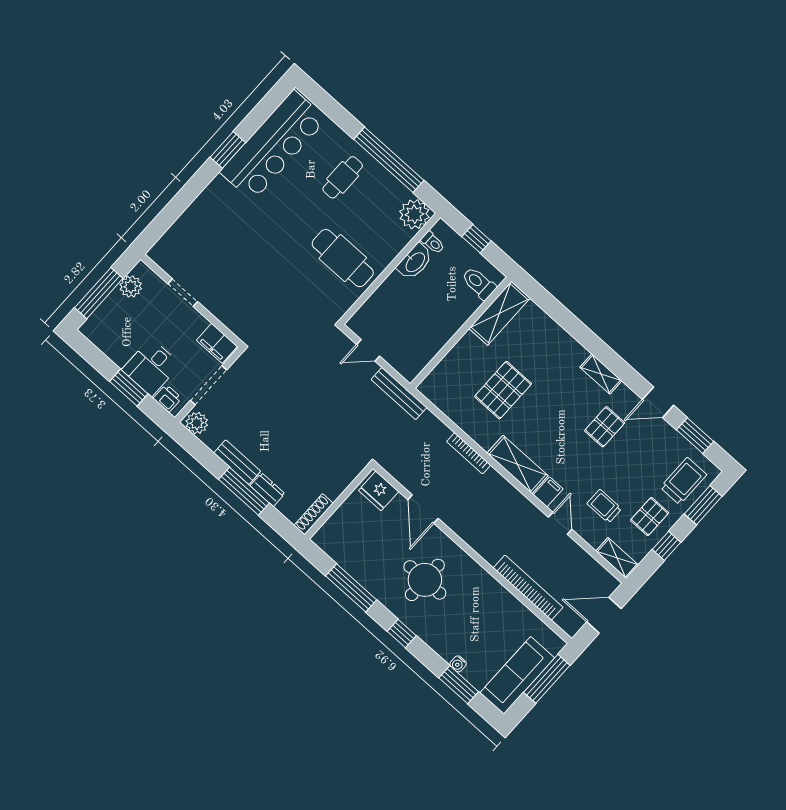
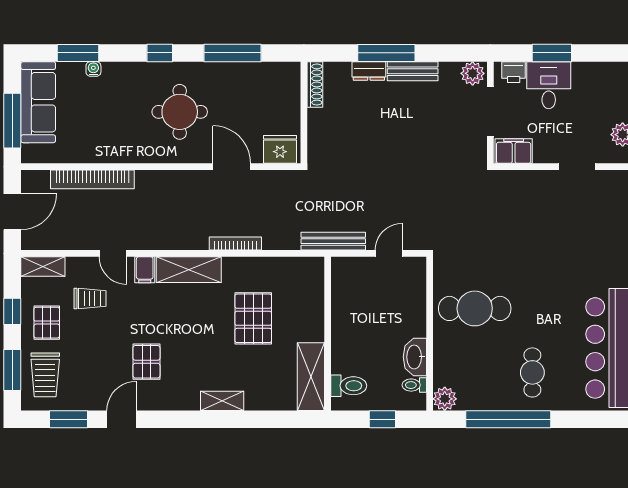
plant: (414, 214) -> (445, 399), width x0.73, depth x0.73
shelving: (601, 374) -> (222, 401), moved

